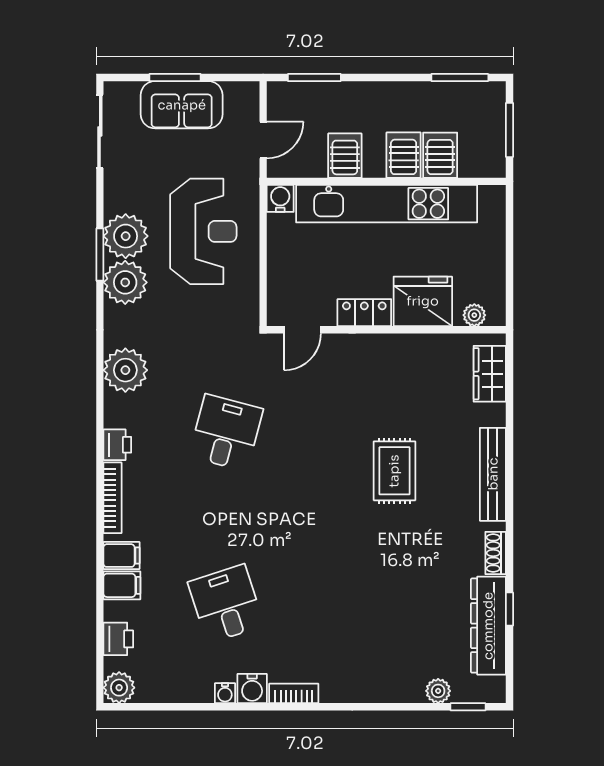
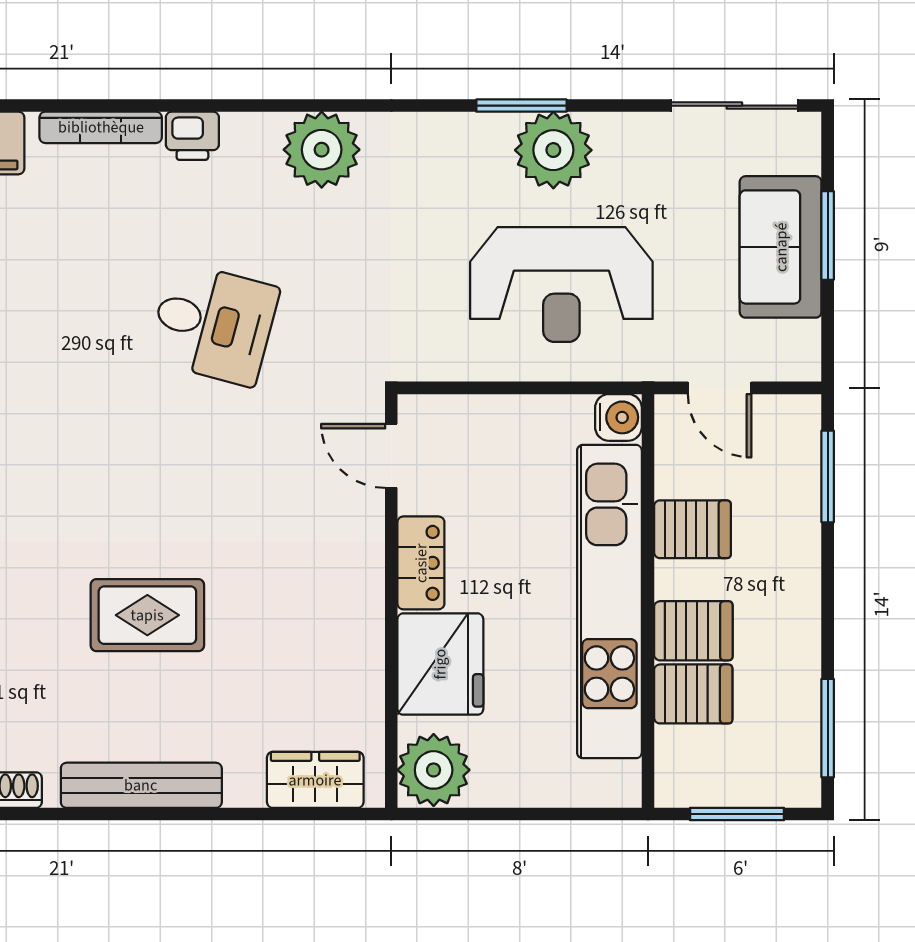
plant: (125, 282) -> (473, 149), removed
plant: (474, 315) -> (434, 770), width x1.88, depth x1.88

